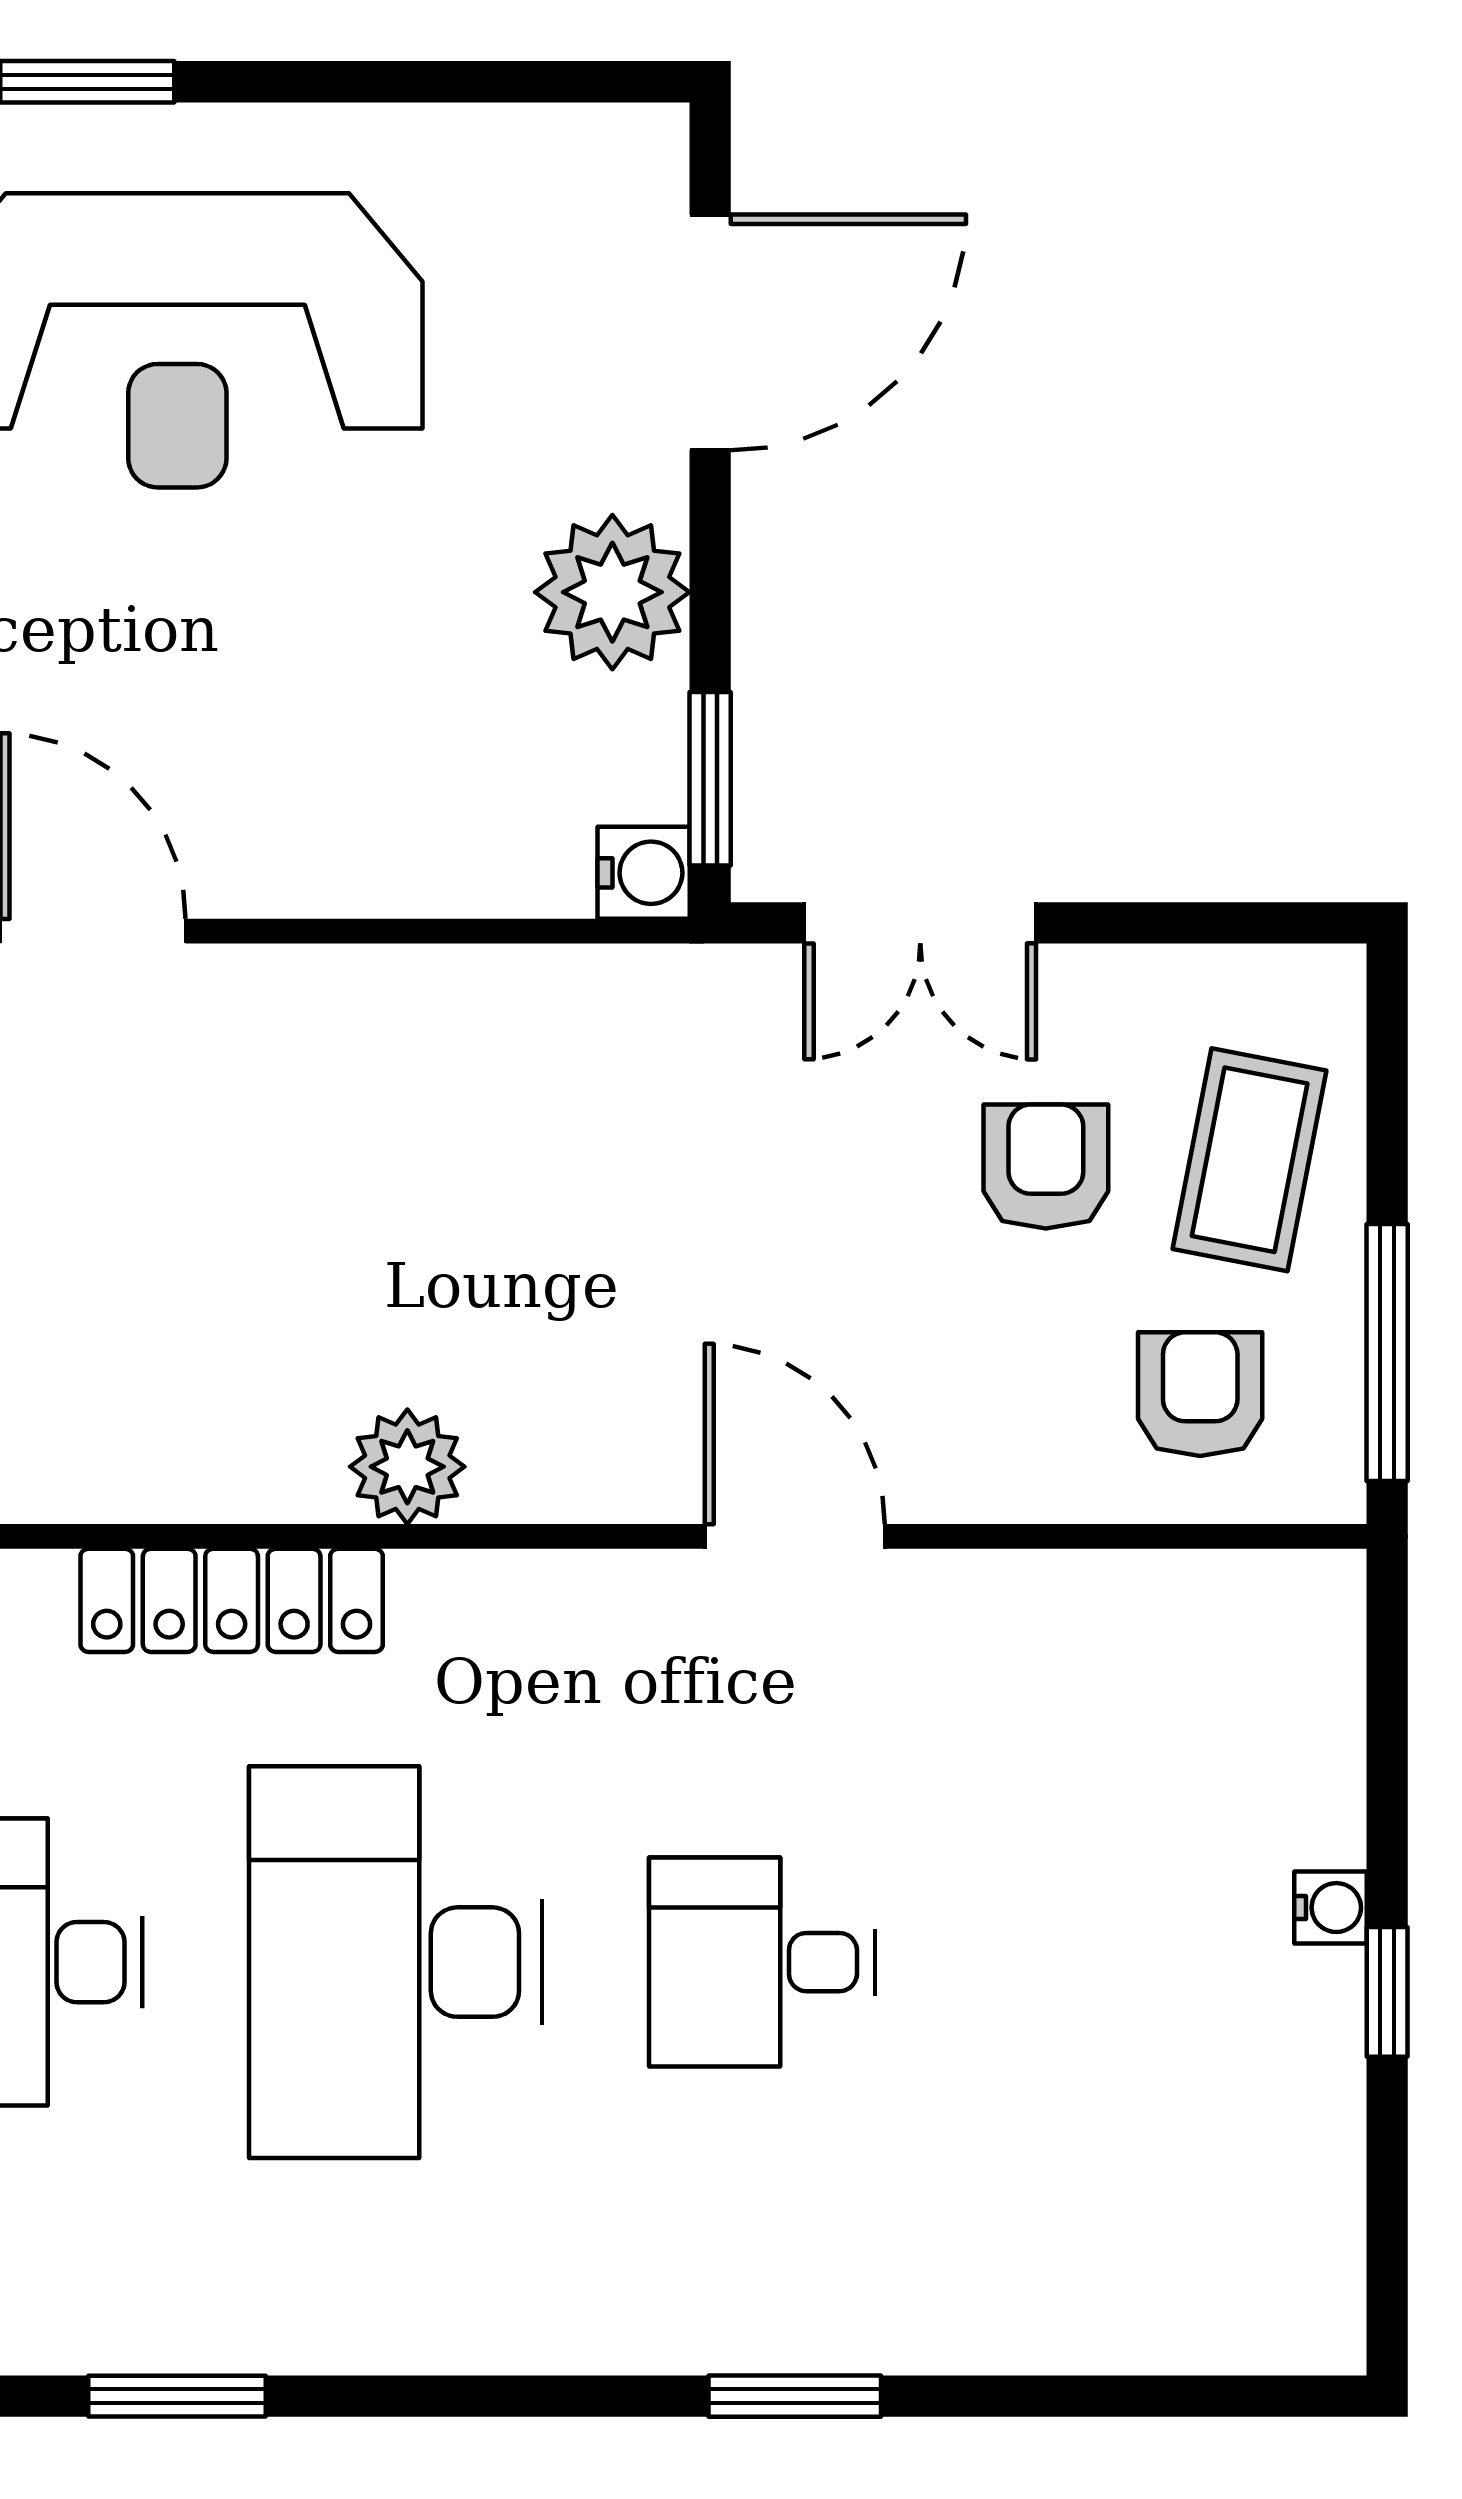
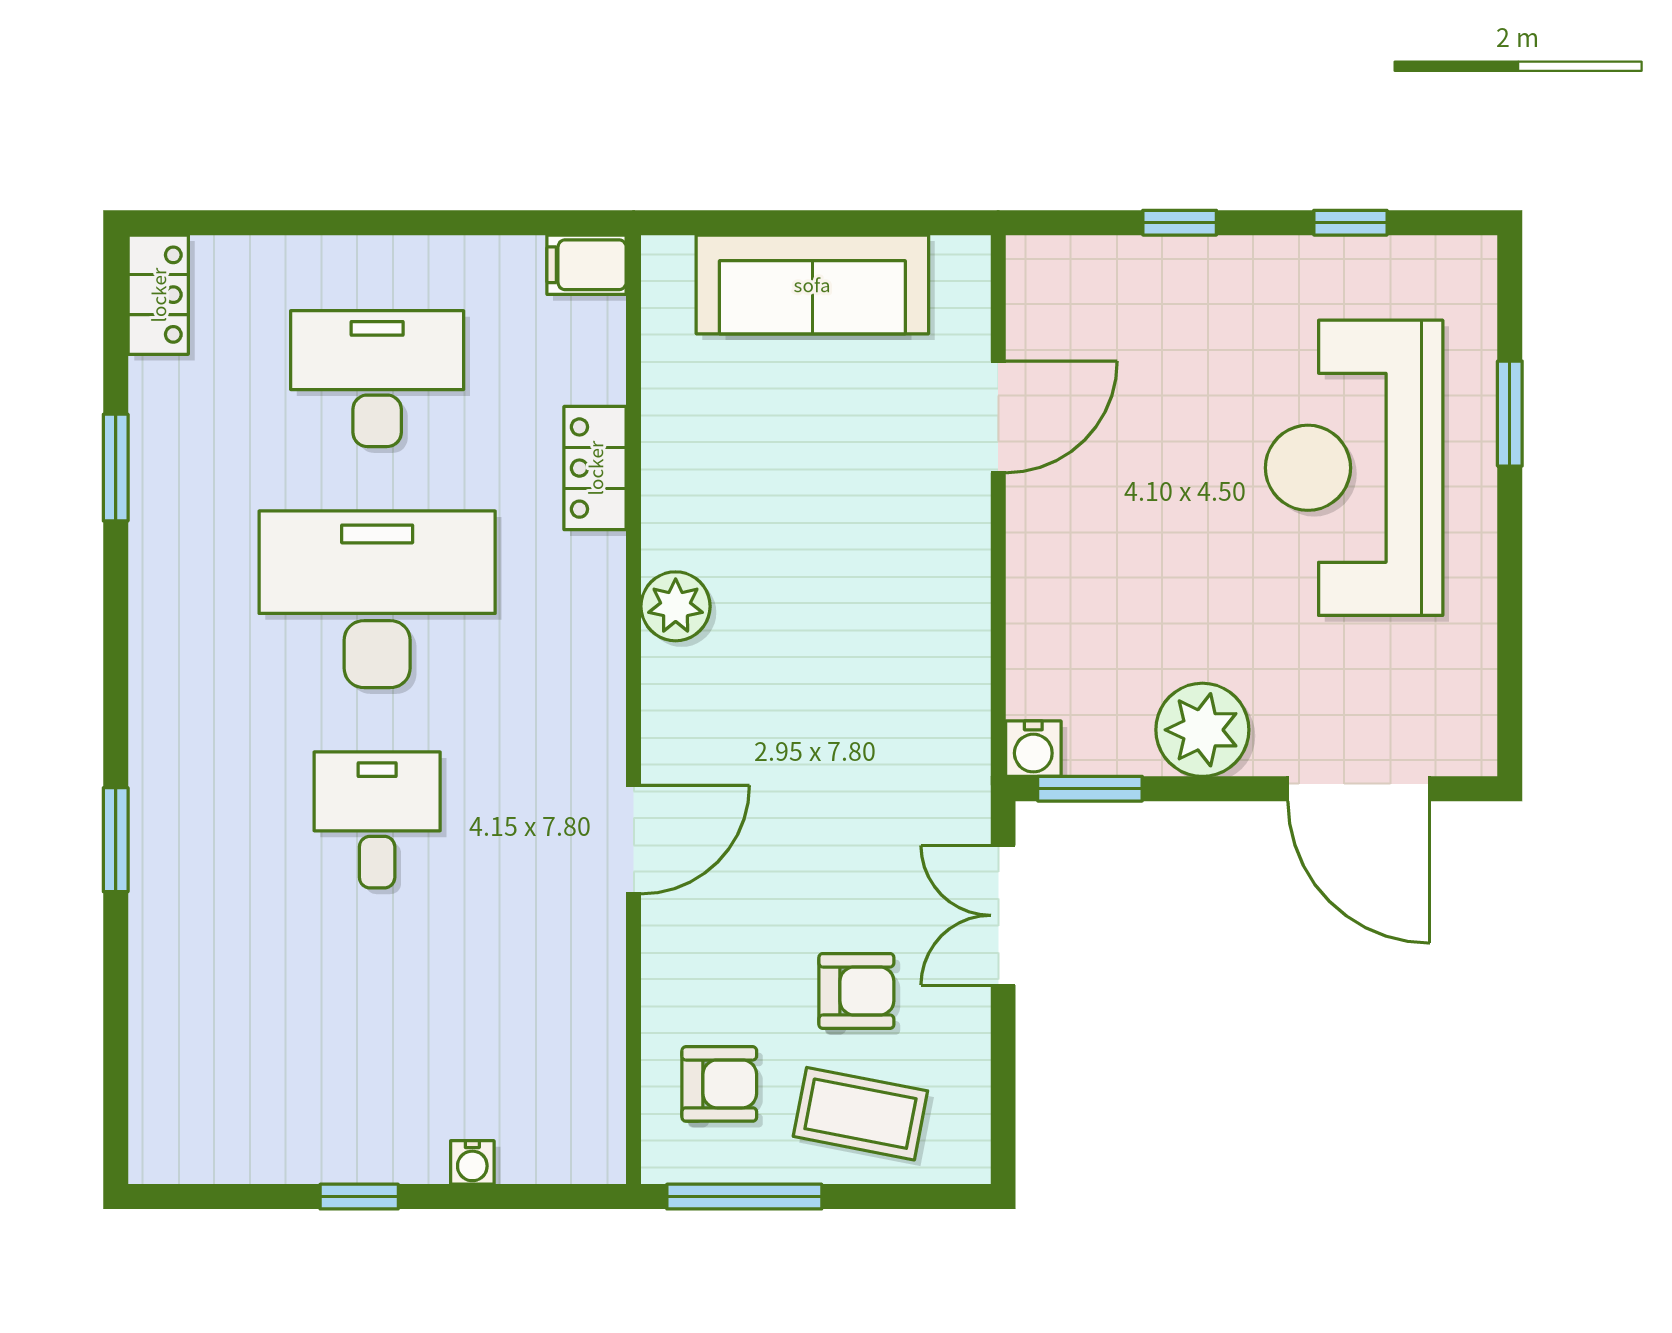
locker: (232, 1600) -> (595, 468), width x0.66
water cooler: (1331, 1908) -> (472, 1162), moved

